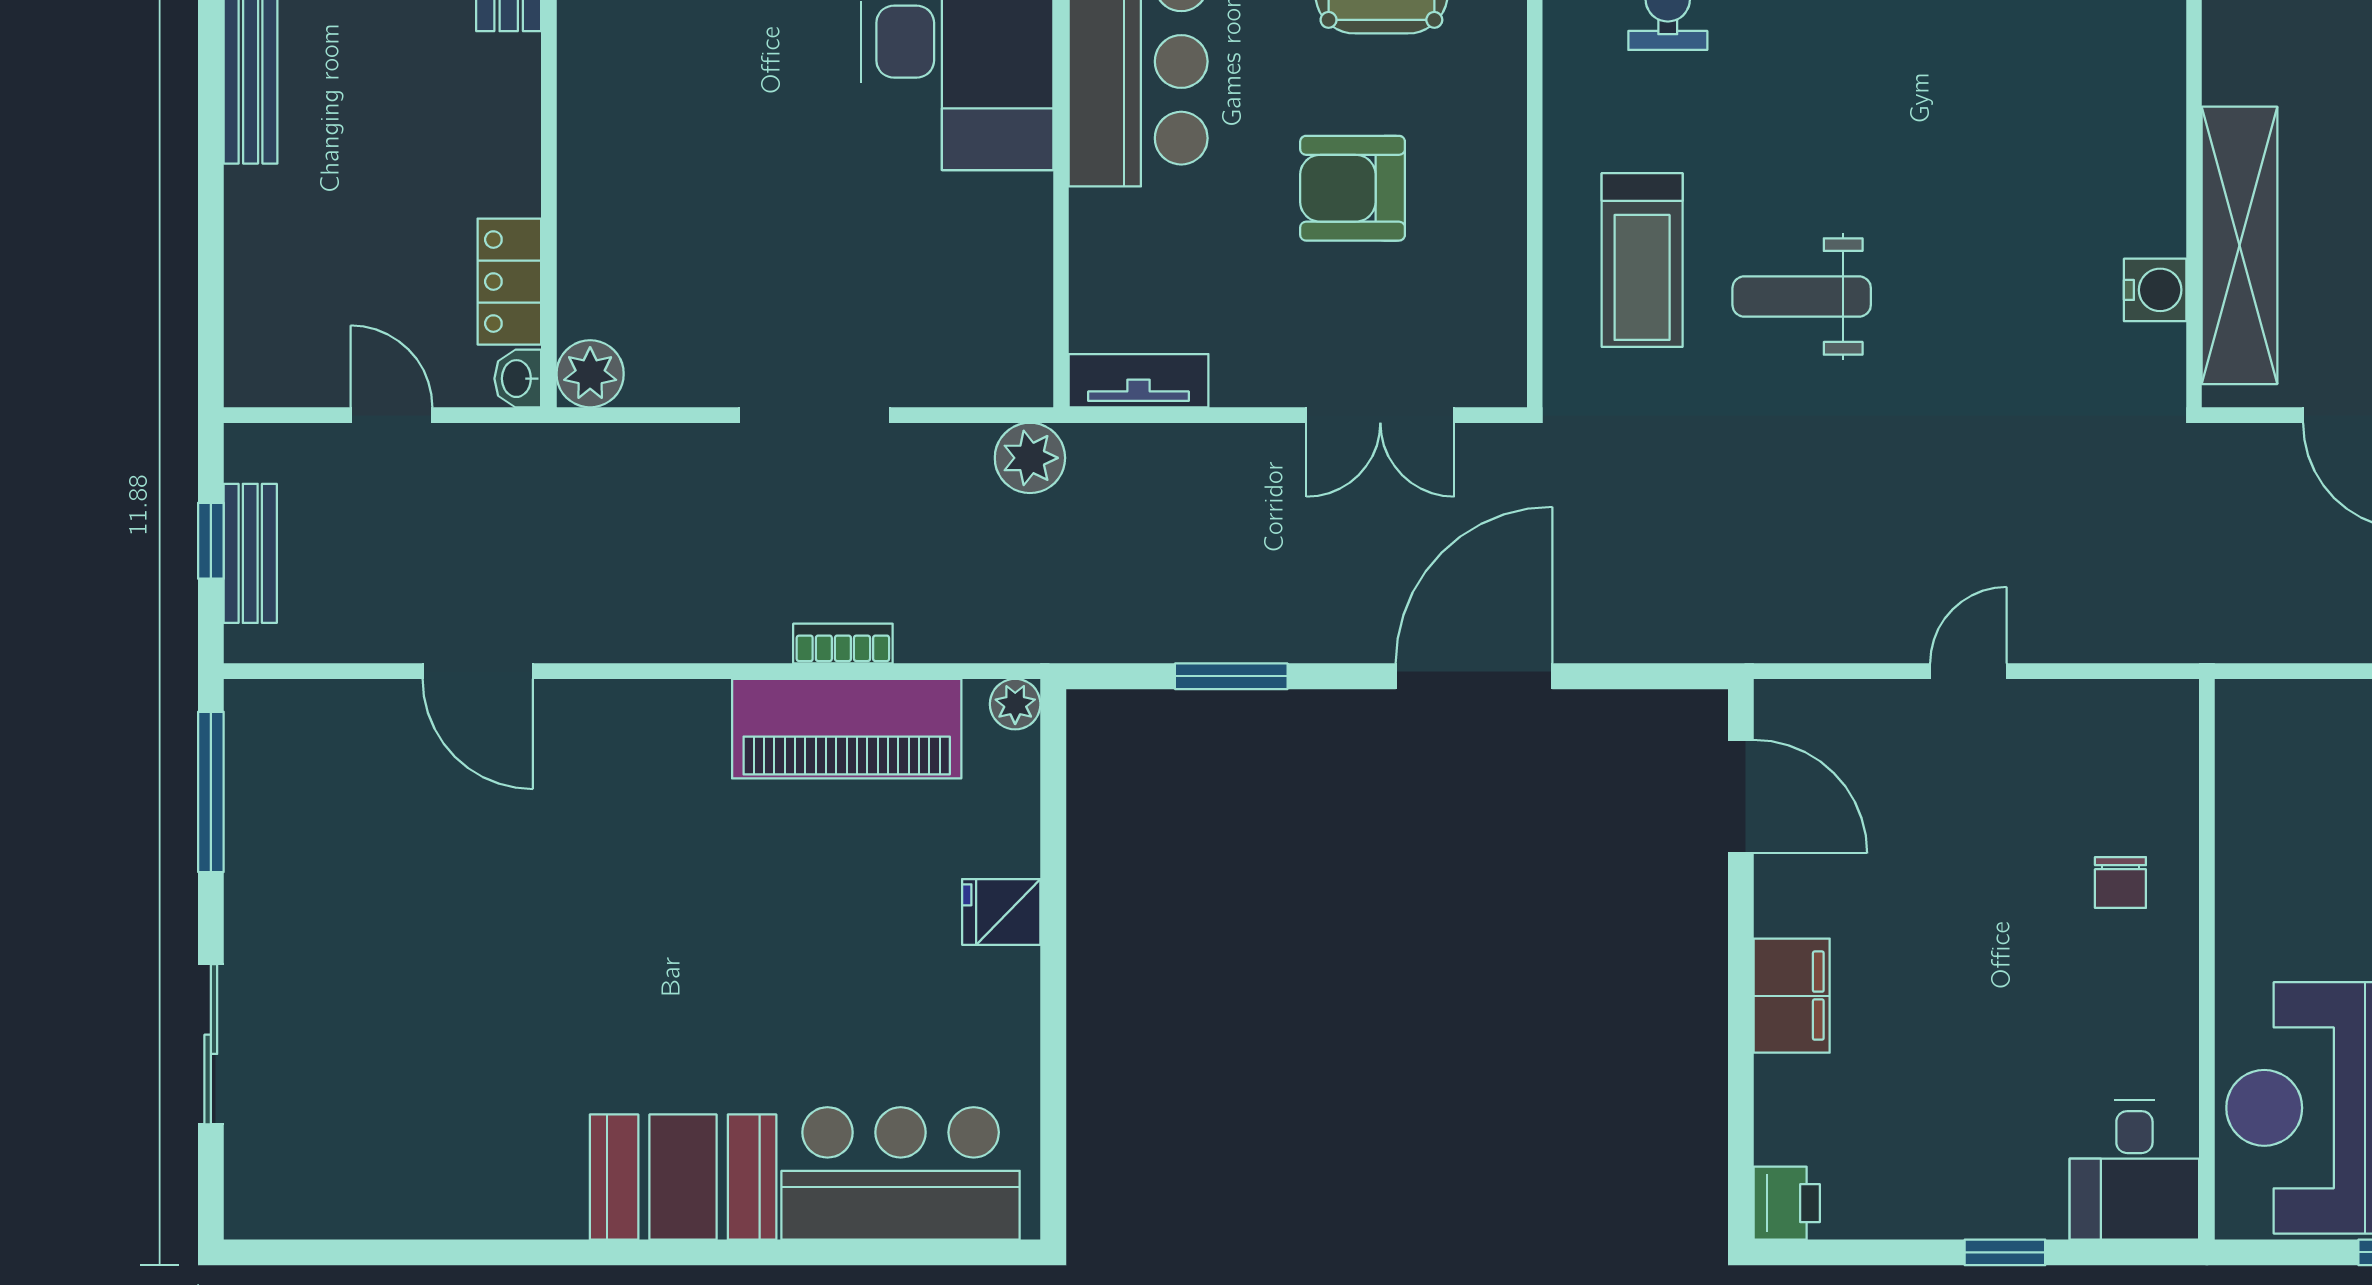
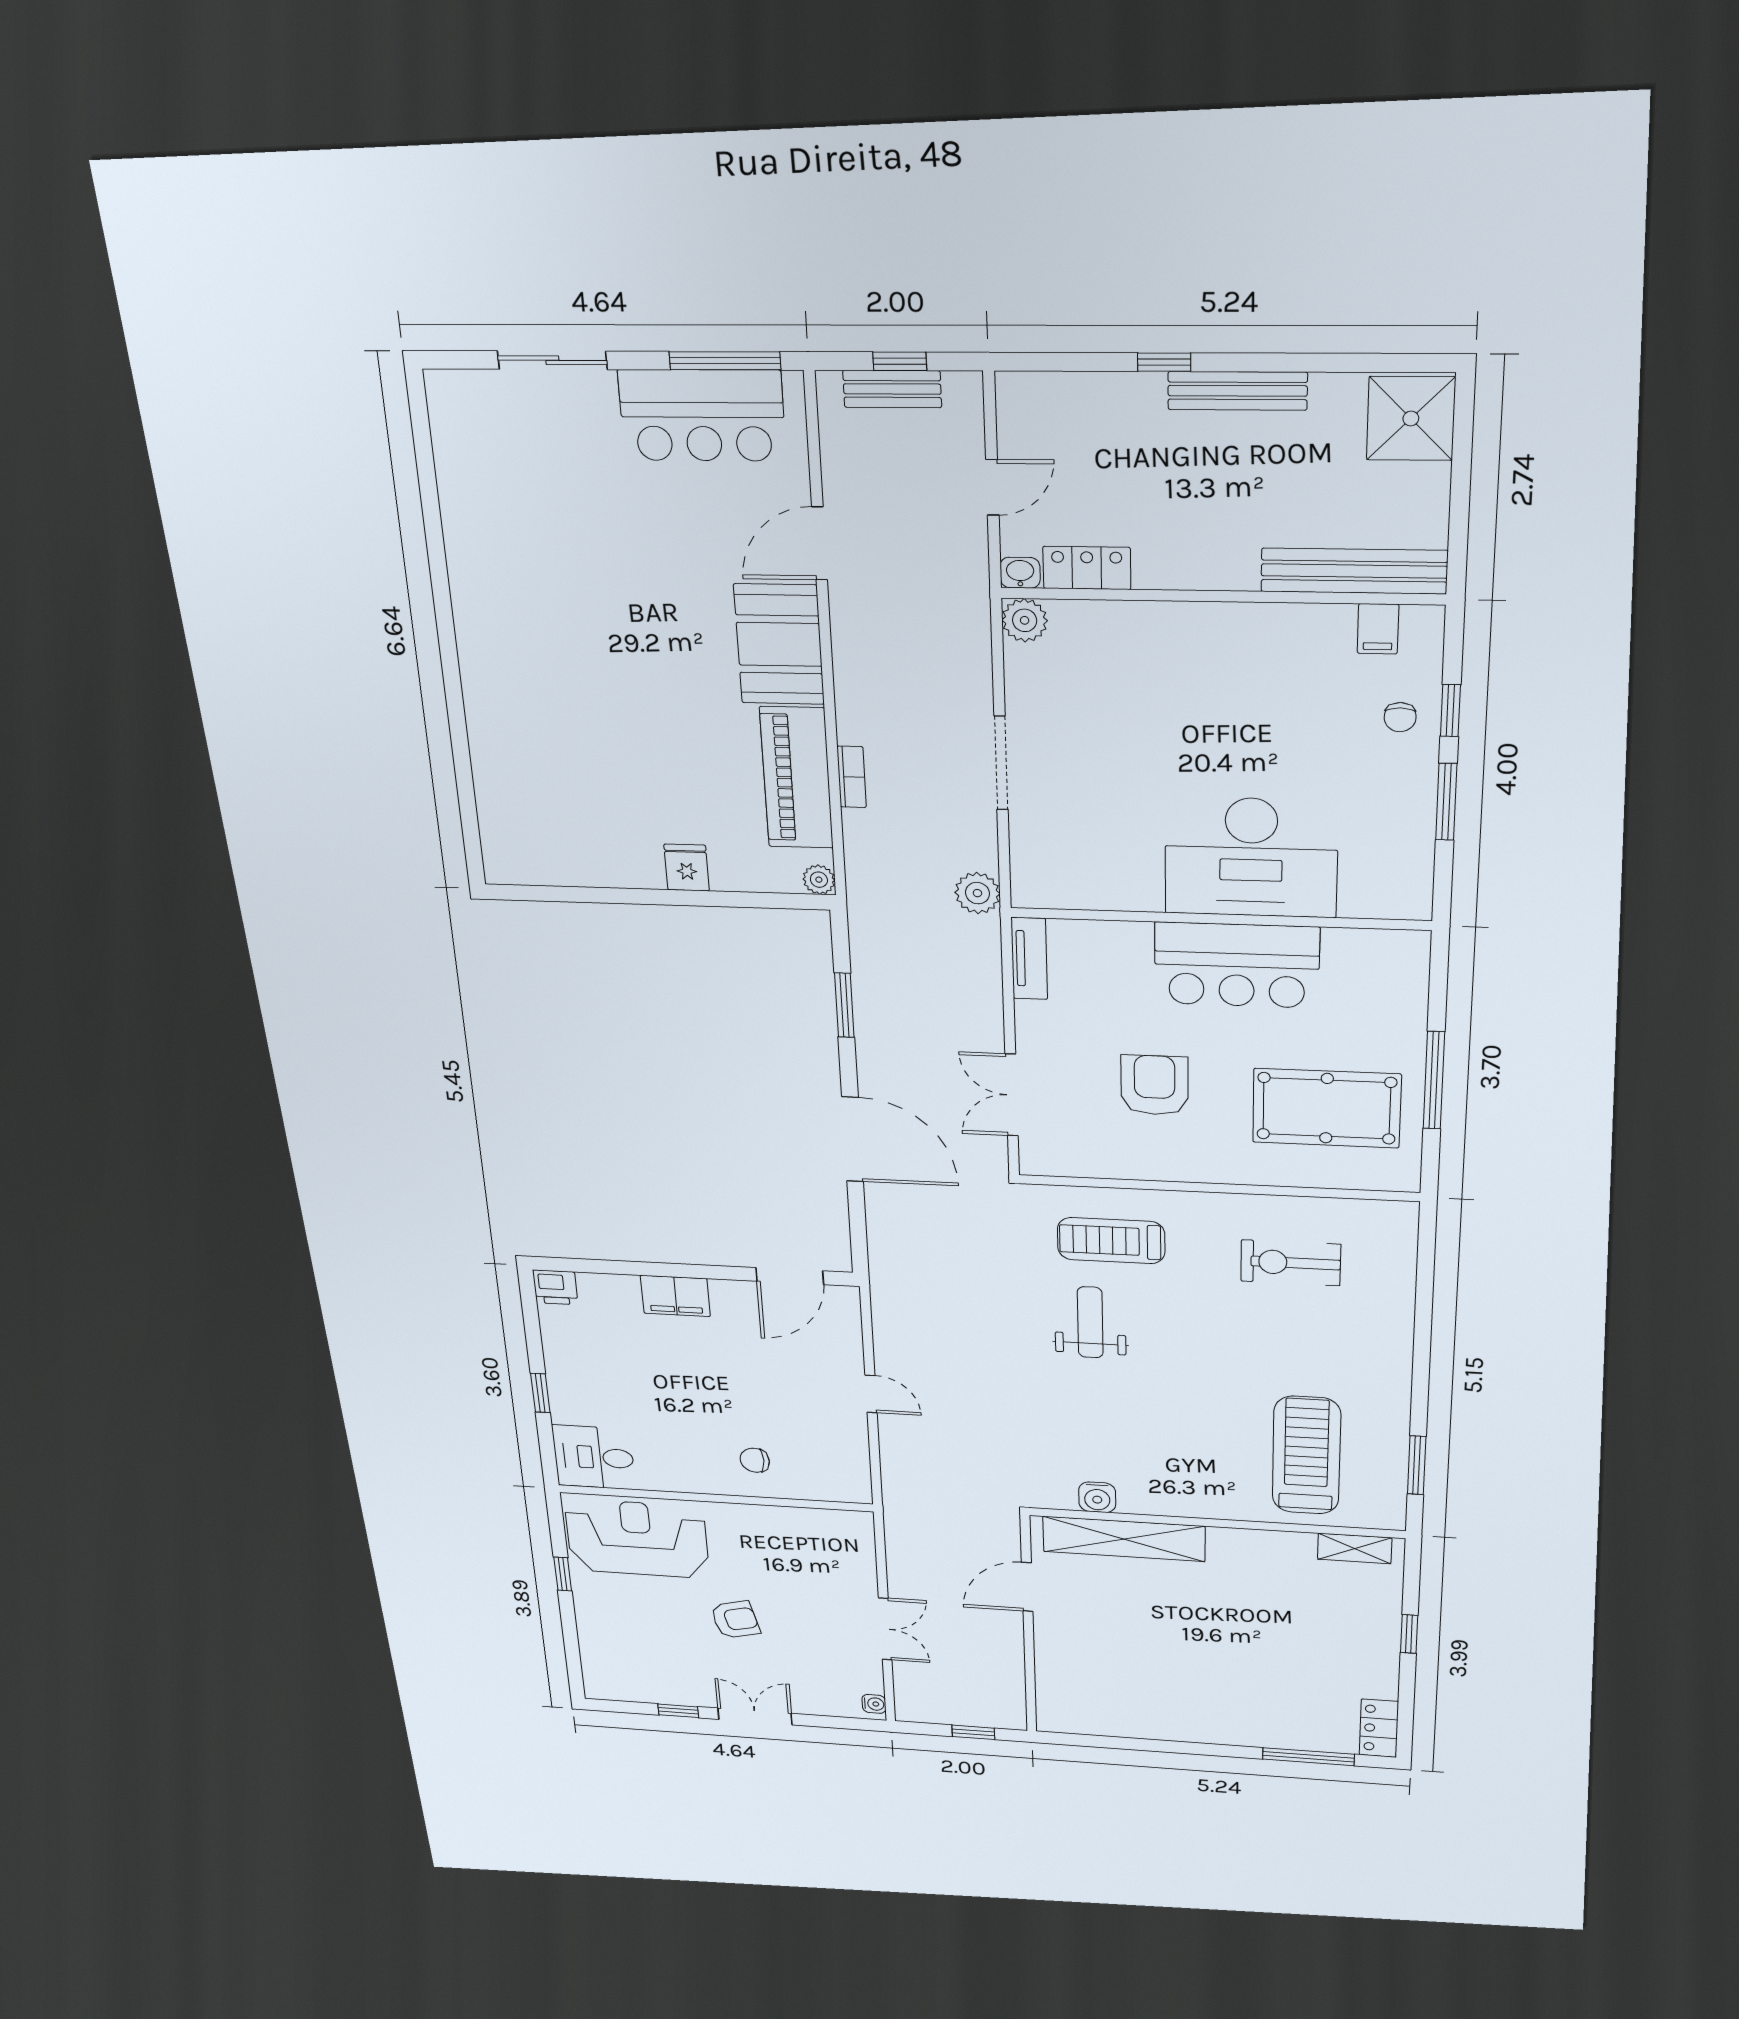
window: (211, 169) -> (1164, 362), added
bar counter: (901, 1173) -> (702, 416), moved, turned 90
booth: (683, 1177) -> (779, 644), moved

